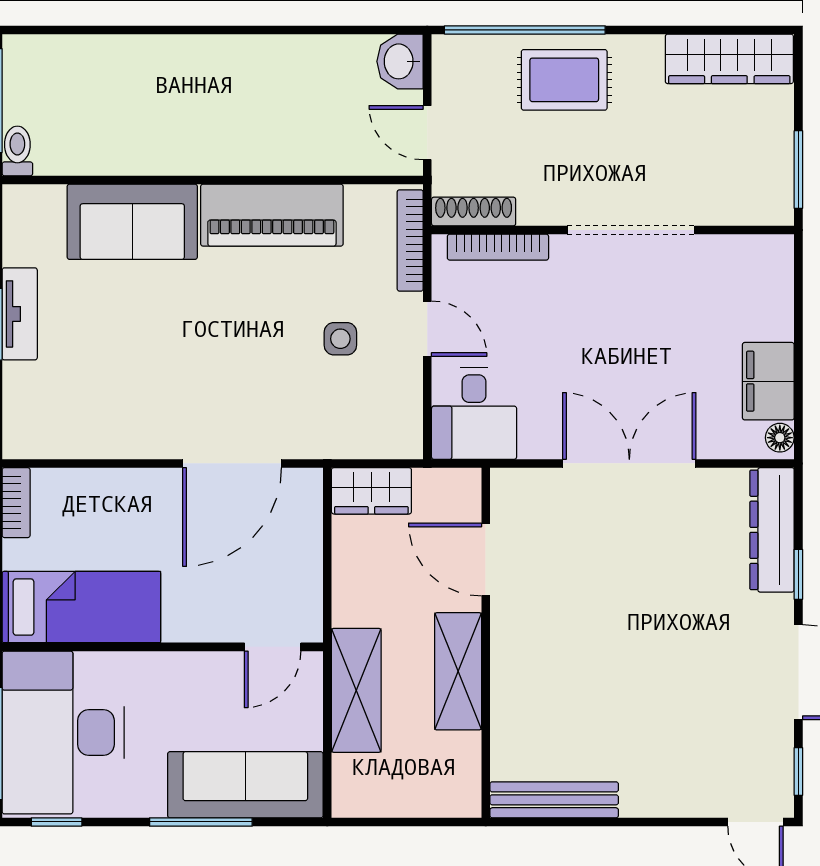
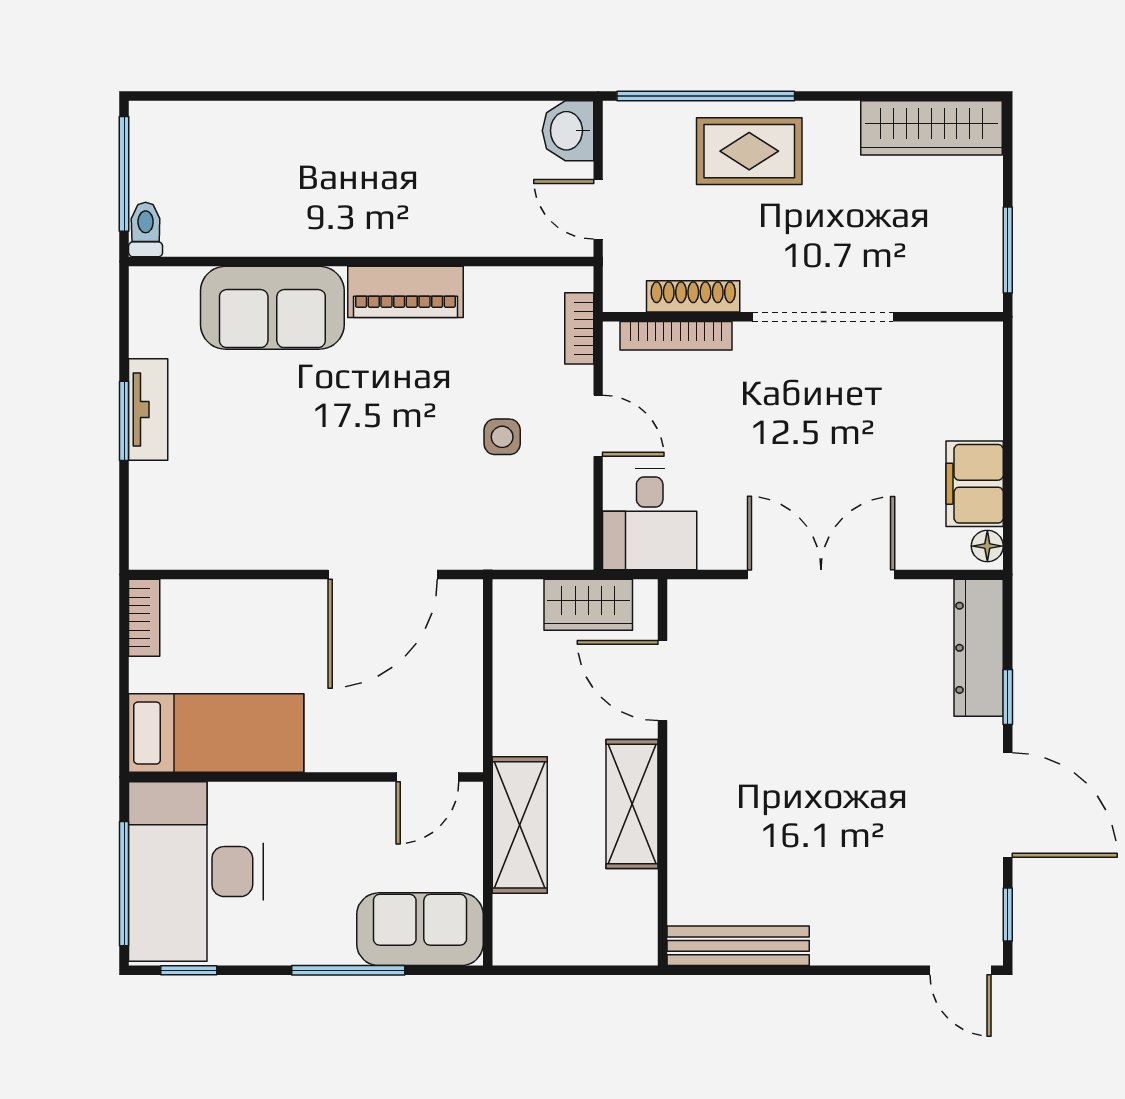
shoe rack: (474, 212) -> (693, 296), moved
piano: (272, 215) -> (405, 292), width x0.73, depth x0.75
bookcase: (410, 240) -> (579, 328), width x0.64
wardrobe: (371, 491) -> (588, 605), moved
sofa: (245, 785) -> (420, 929), width x0.73

